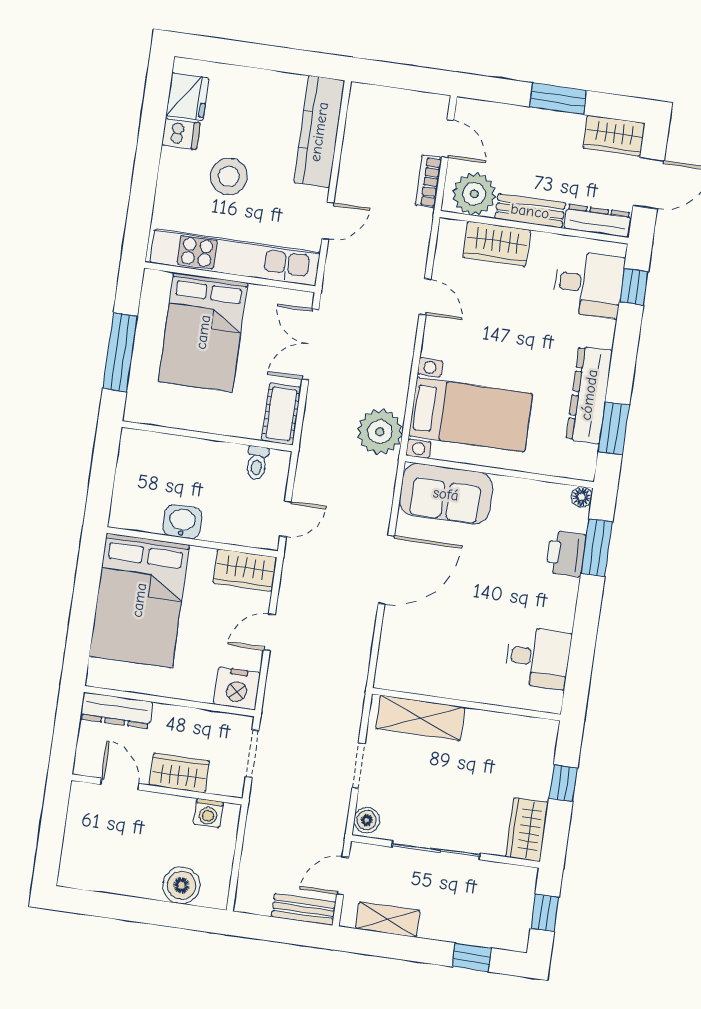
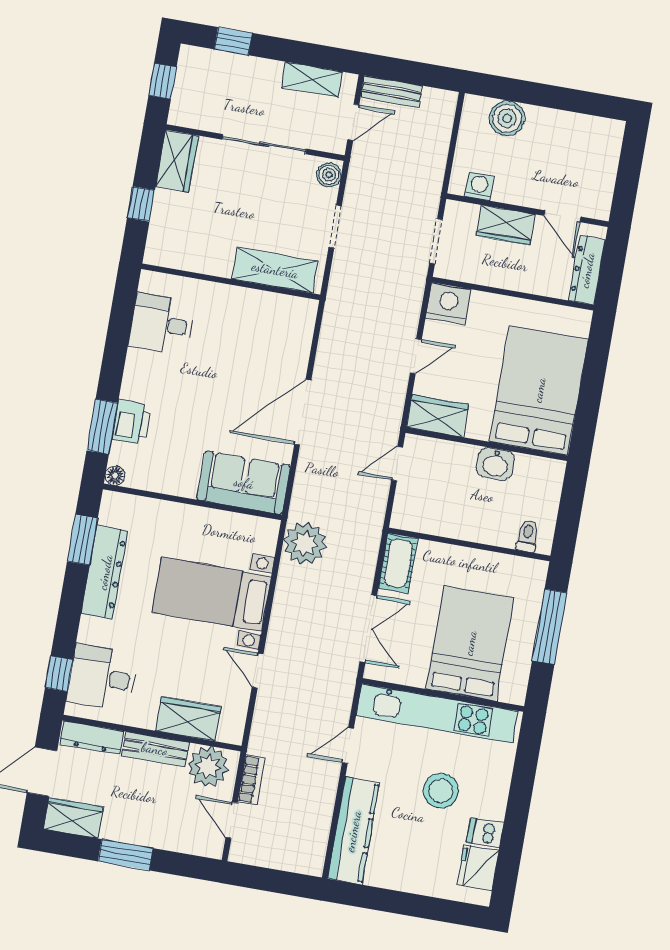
bed with nightstands: (471, 415) -> (212, 594), moved
toilet: (257, 463) -> (527, 536), moved
dresser: (116, 710) -> (587, 270), moved, turned -90

